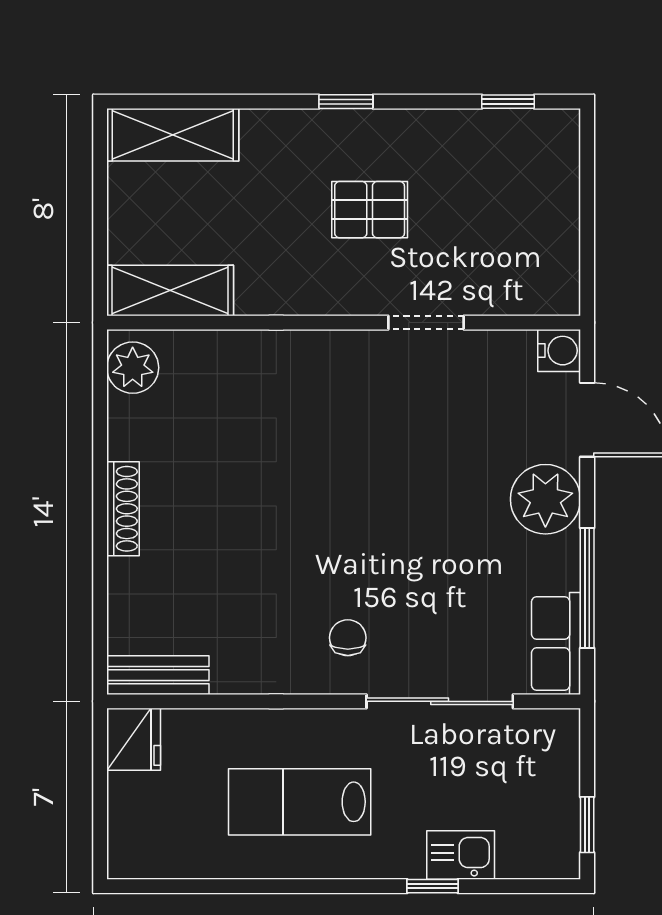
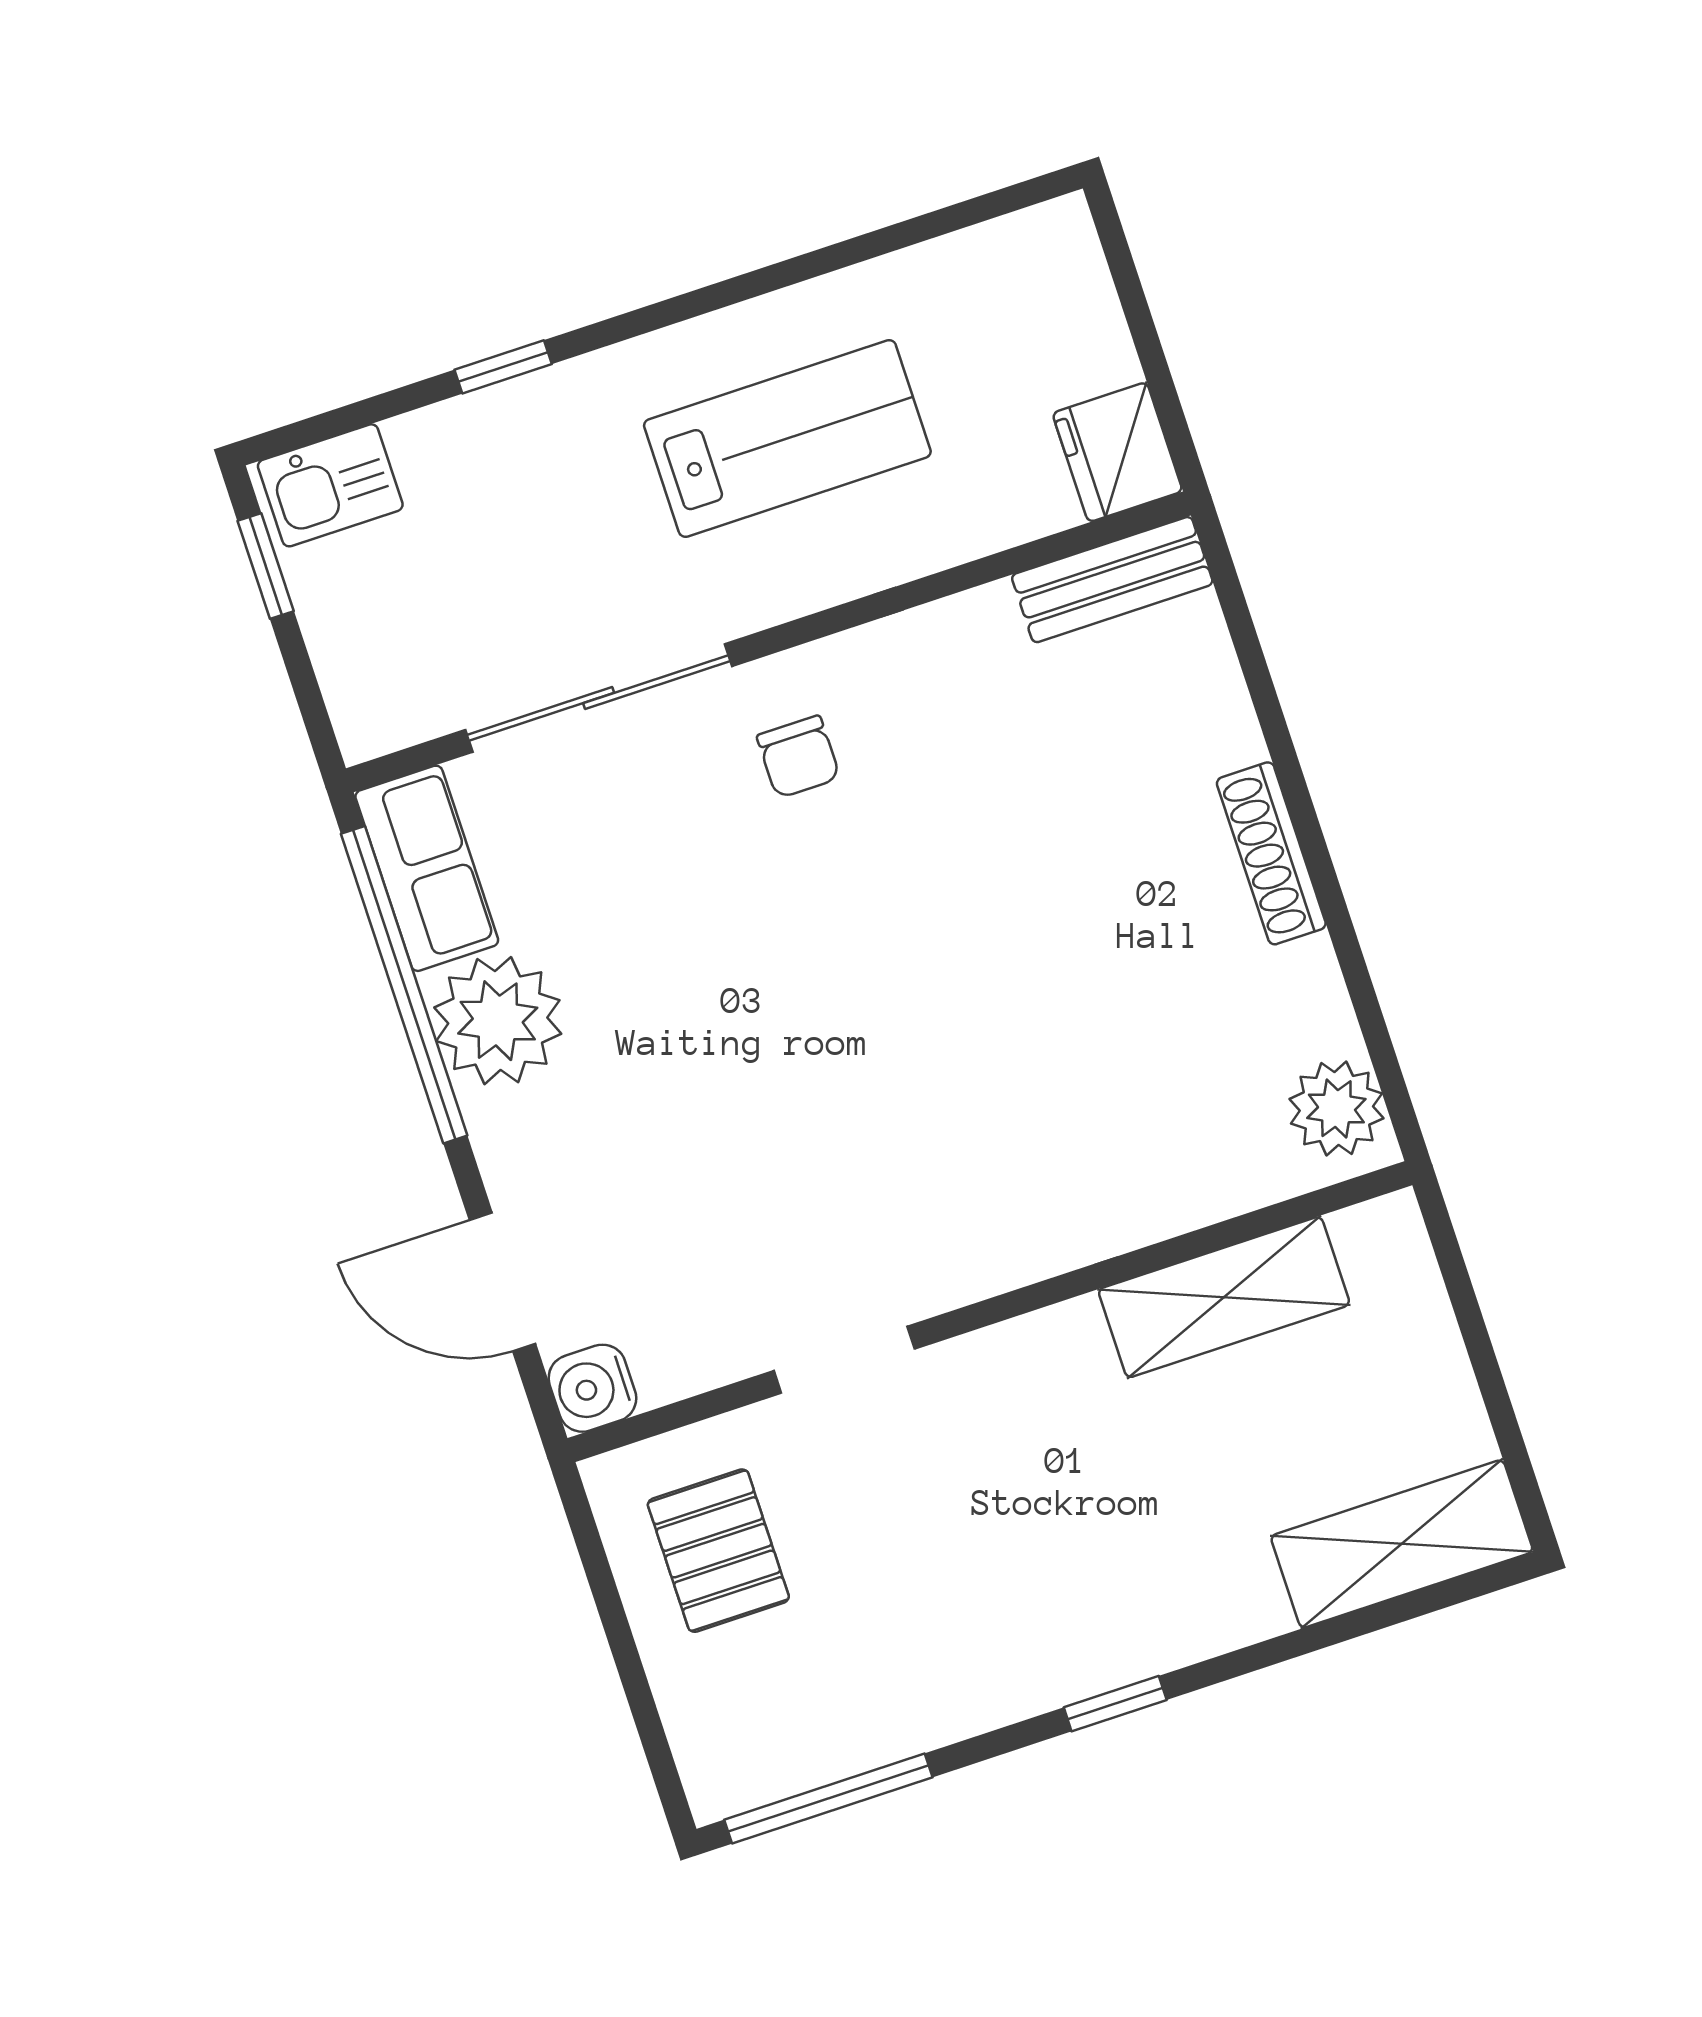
window: (508, 102) -> (828, 1798), width x2.17
pallet: (370, 210) -> (718, 1551), moved, turned 90
shelving: (170, 291) -> (1224, 1297), moved
plant: (545, 499) -> (498, 1021), moved
window: (587, 588) -> (404, 985), width x1.46
kitchen sink: (461, 855) -> (330, 485), moved

